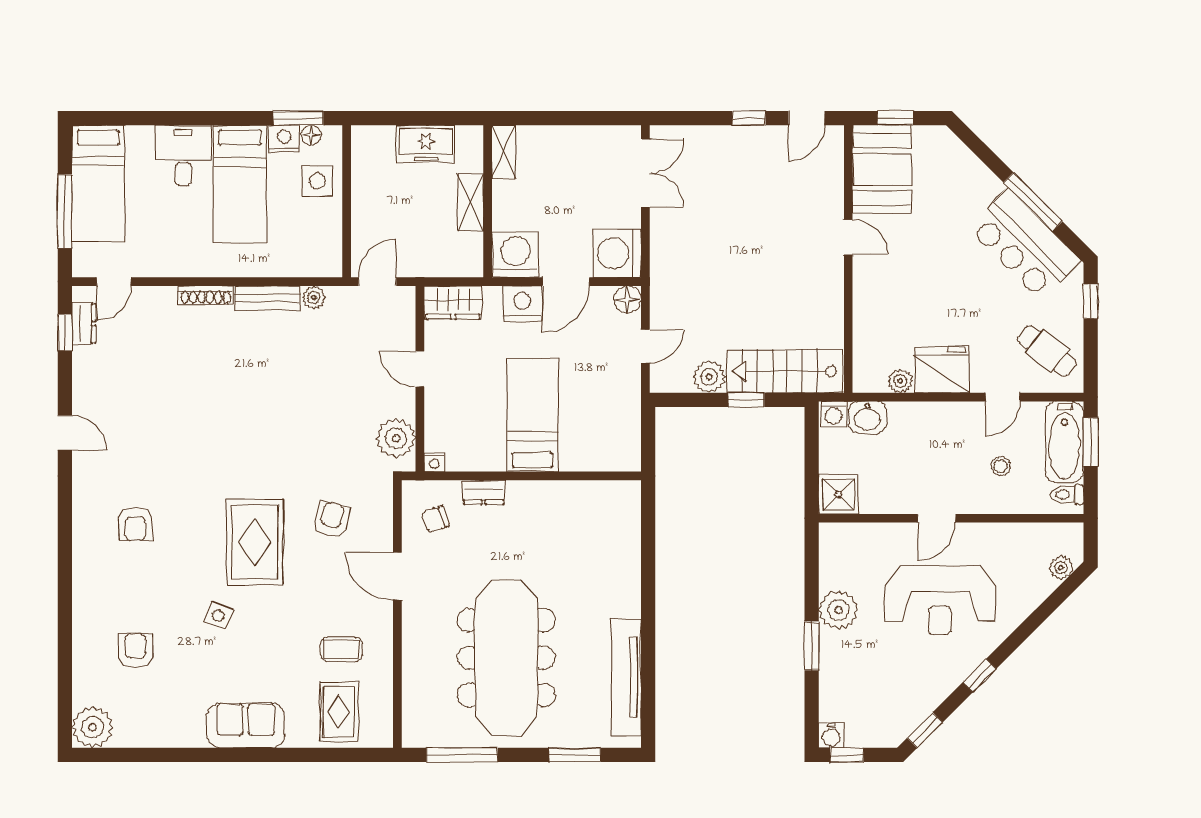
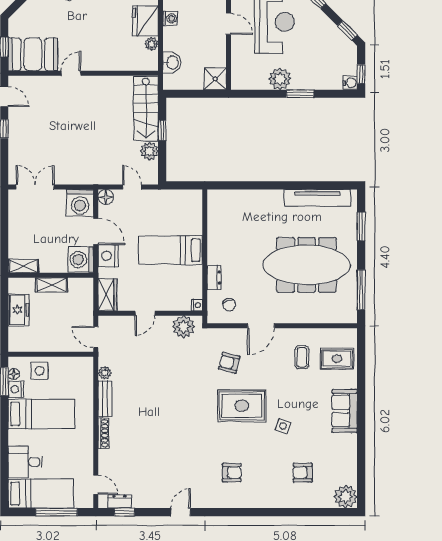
desk: (183, 155) -> (25, 462), moved
washing machine: (834, 414) -> (170, 18), moved

